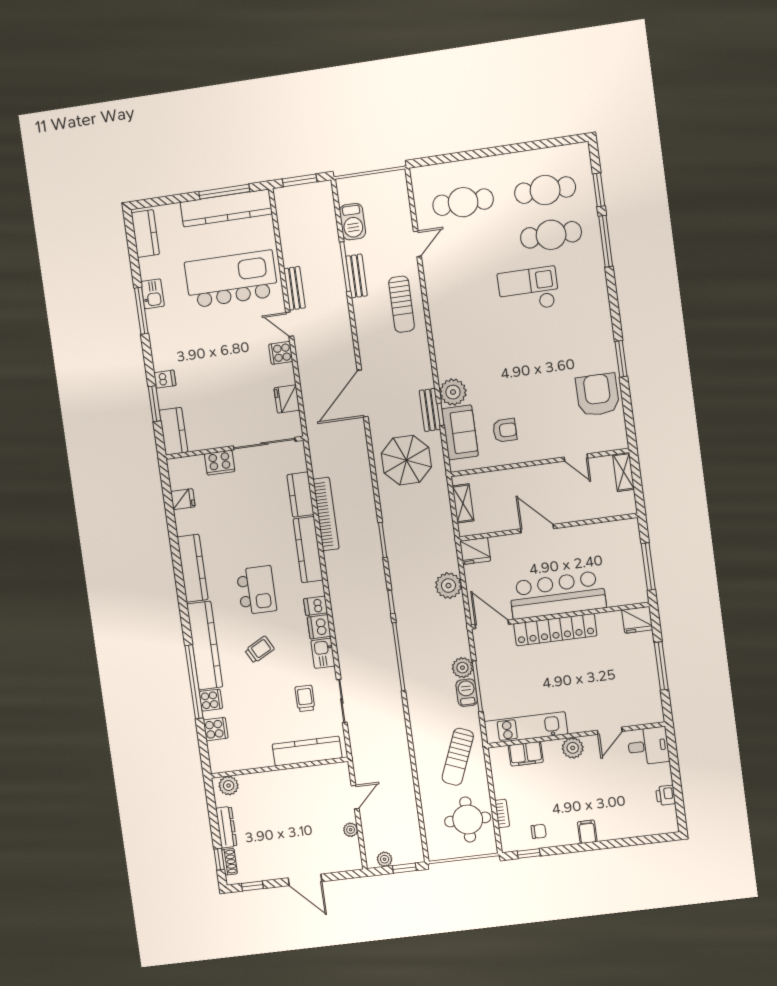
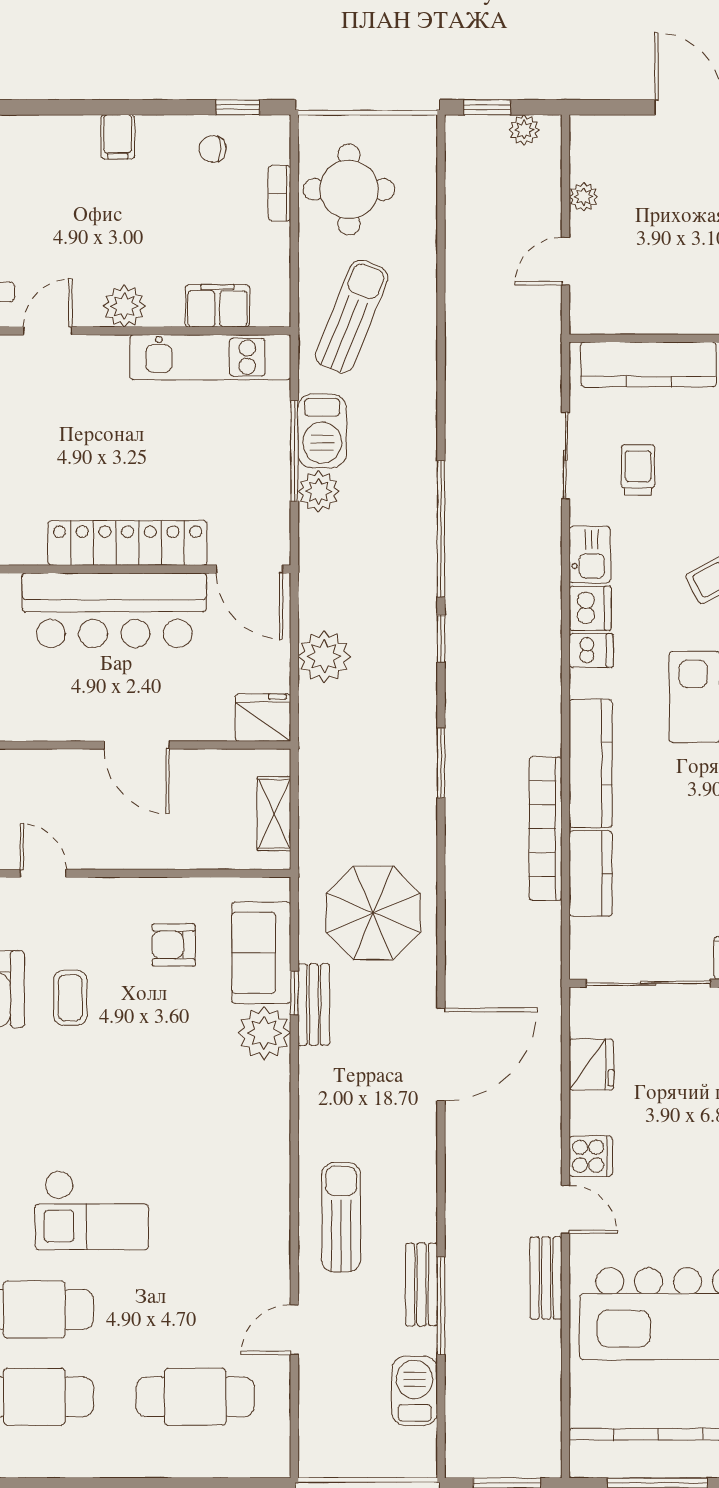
coffee table: (554, 396) -> (70, 998), added
barbecue: (467, 693) -> (322, 431), width x1.38, depth x1.27
trolley: (305, 698) -> (638, 470), turned 180

